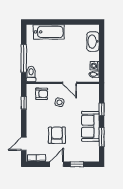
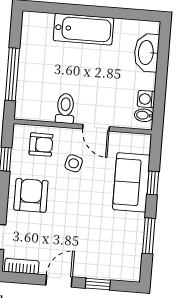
bathtub: (49, 32) -> (84, 29), moved
toilet: (31, 74) -> (65, 108), moved
sofa: (90, 126) -> (131, 182), moved
armchair: (57, 135) -> (31, 195), moved

